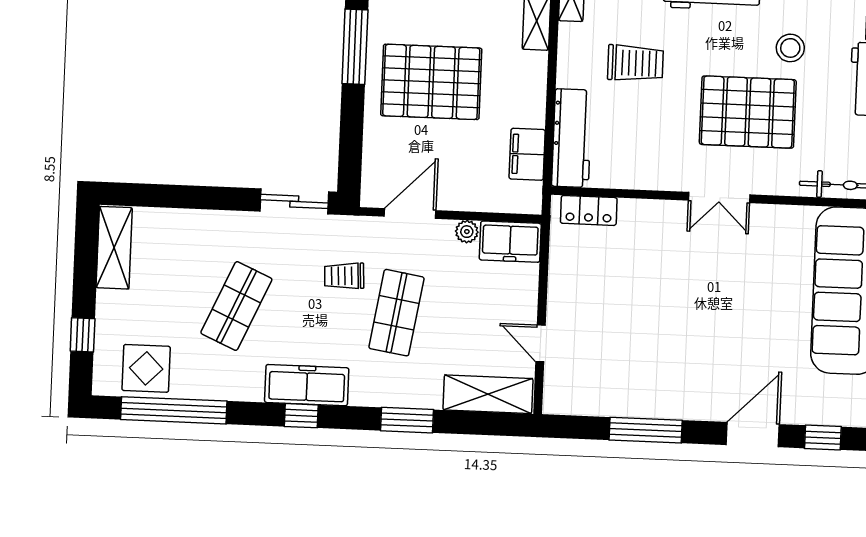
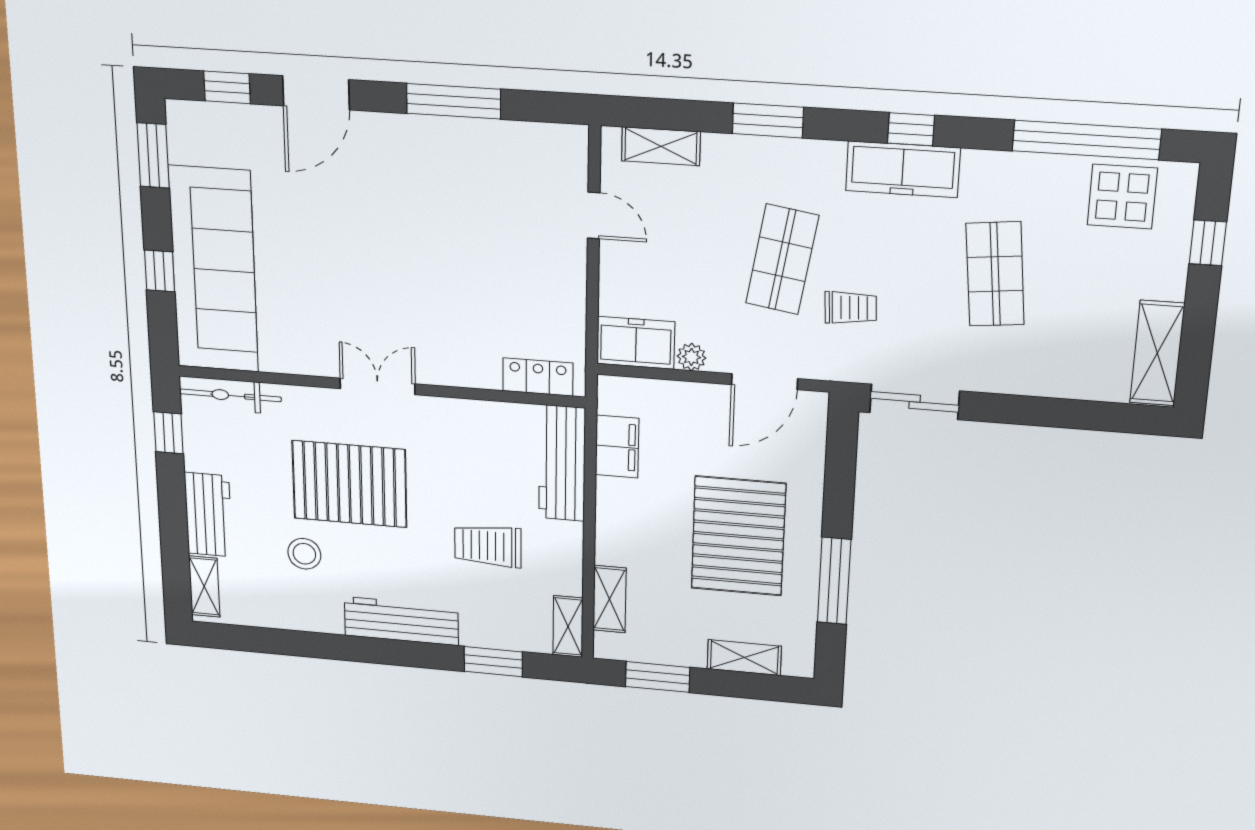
pallet: (431, 82) -> (738, 536), turned 90
shop shelf: (236, 306) -> (995, 274), turned -30
shelving: (488, 394) -> (661, 146), width x0.67, depth x0.75

